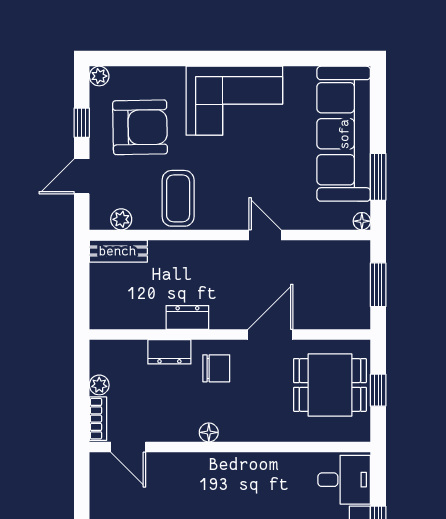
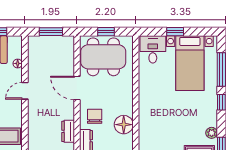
floor lamp: (362, 221) -> (18, 63), moved
dining table: (330, 385) -> (103, 57), width x1.37
floor lamp: (209, 432) -> (124, 125), width x1.89, depth x1.89

